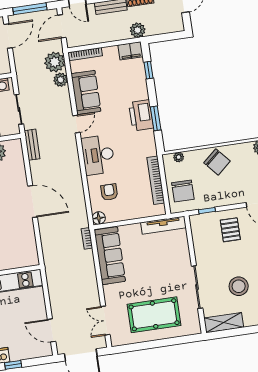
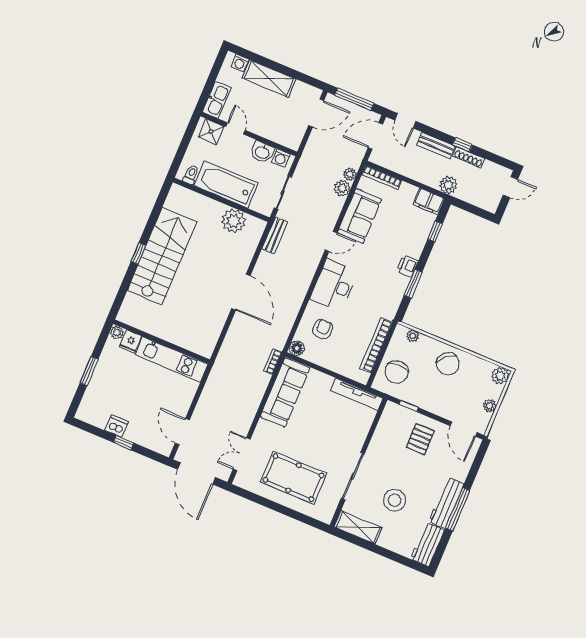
plant: (55, 62) -> (350, 174), width x0.53, depth x0.53
printer: (141, 115) -> (407, 266), width x0.53, depth x0.68

